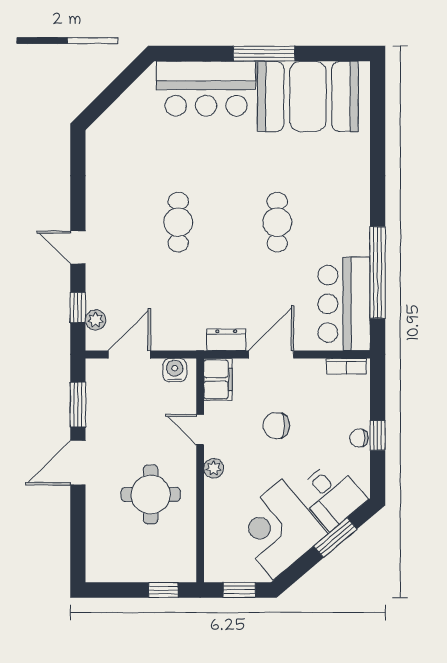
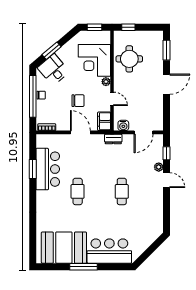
window: (378, 272) -> (33, 169), width x0.47
bar counter: (344, 304) -> (48, 169), moved
plant: (96, 320) -> (159, 167), moved
dresser: (226, 340) -> (113, 139), moved
door: (271, 354) -> (80, 132), swing flipped
window: (78, 405) -> (167, 50), moved
window: (378, 435) -> (33, 96), width x3.17
round table: (151, 494) -> (129, 59), moved
corner desk: (278, 530) -> (94, 60), moved, turned 130

